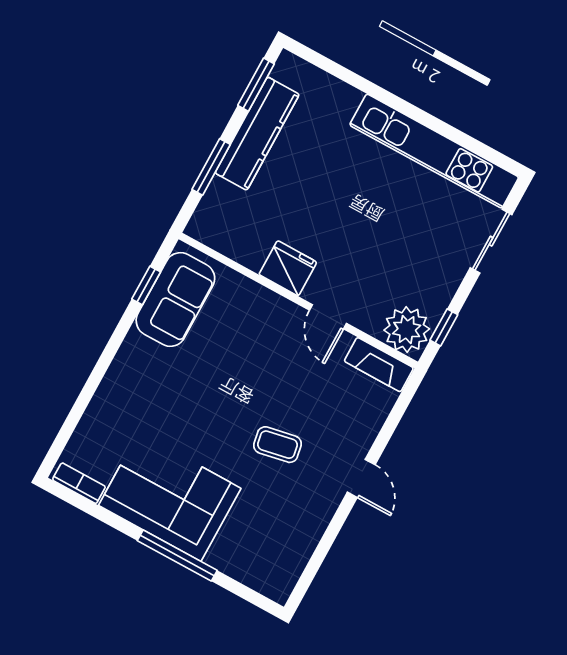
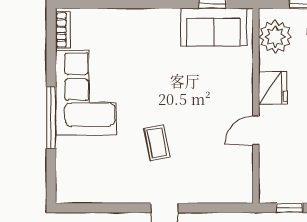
plant: (407, 330) -> (275, 37), moved
fireplace: (379, 365) -> (243, 180), removed

